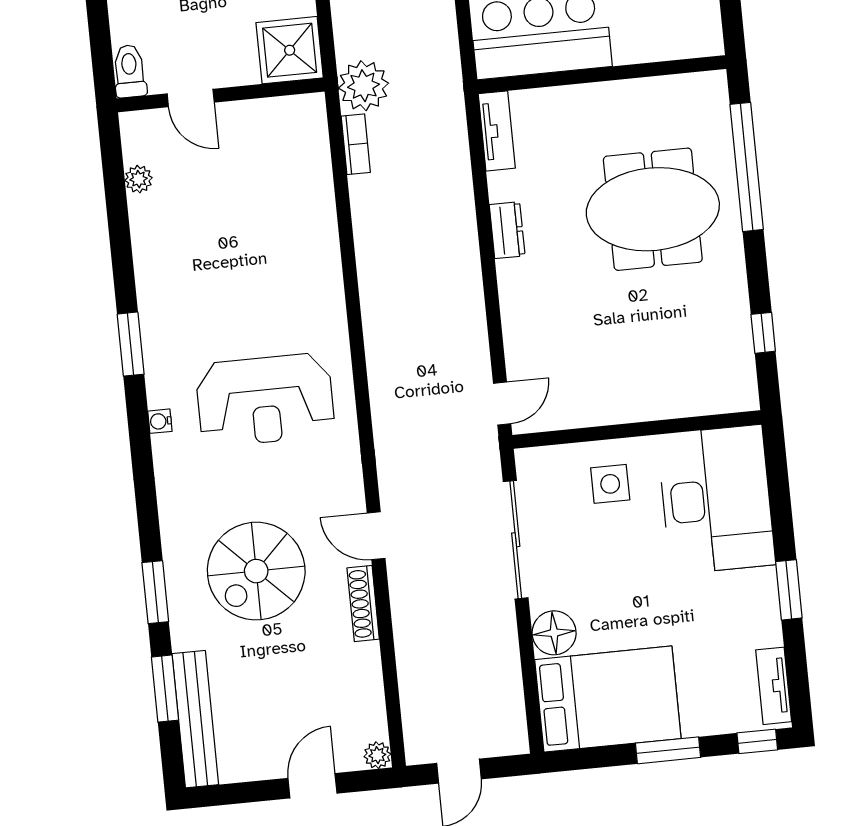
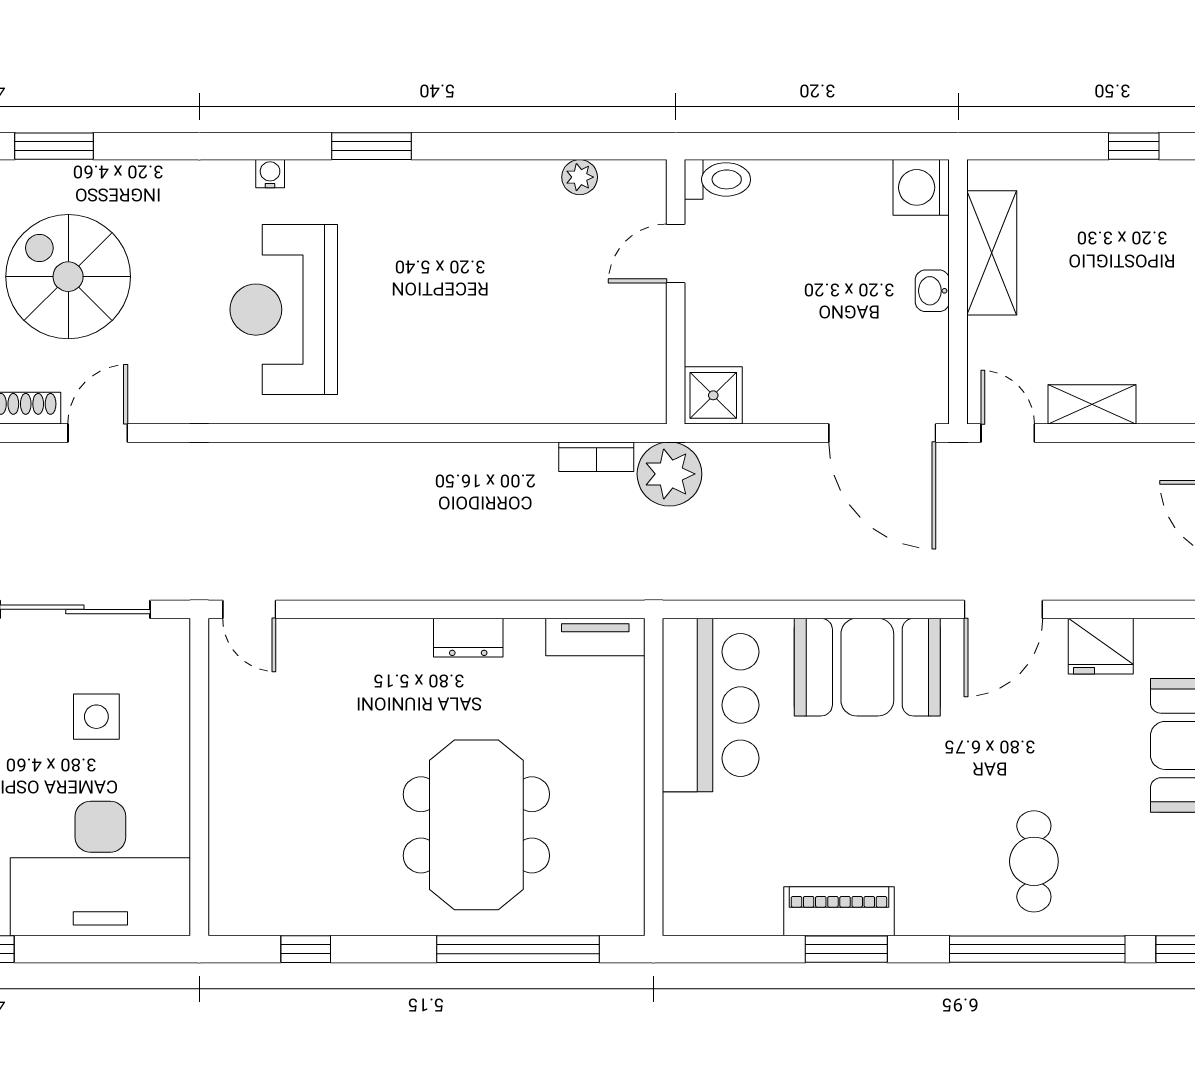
shower: (290, 50) -> (713, 395), width x0.73, depth x0.73
side table: (610, 484) -> (96, 717), moved

